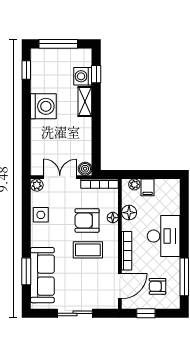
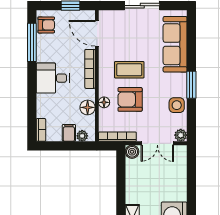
bookcase: (175, 190) -> (41, 130), added
armchair: (87, 220) -> (130, 99), turned 180
desk: (164, 236) -> (53, 78), width x0.73
window: (26, 271) -> (191, 85), moved
door: (120, 286) -> (97, 33), hinge flipped
armchair: (157, 286) -> (46, 25), moved

